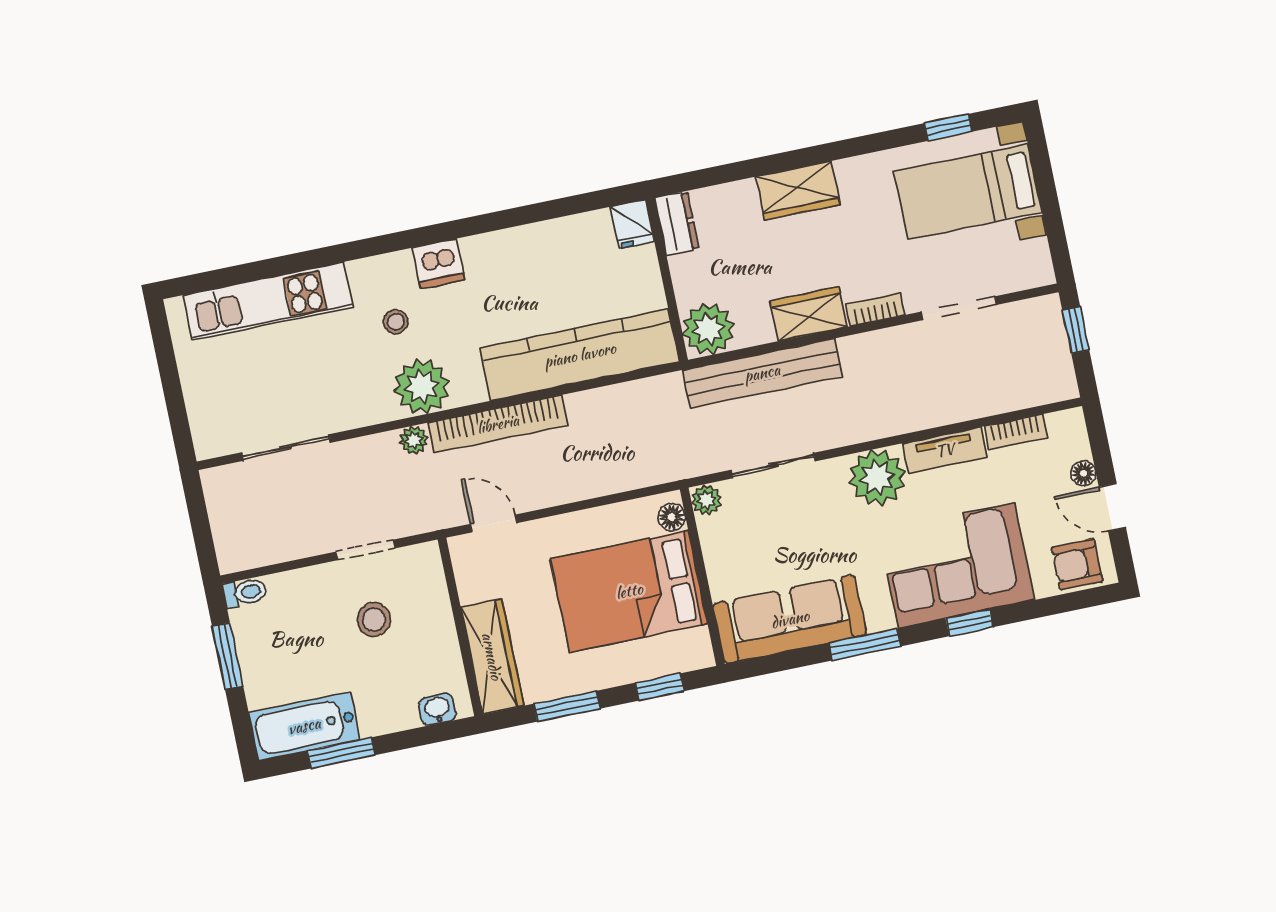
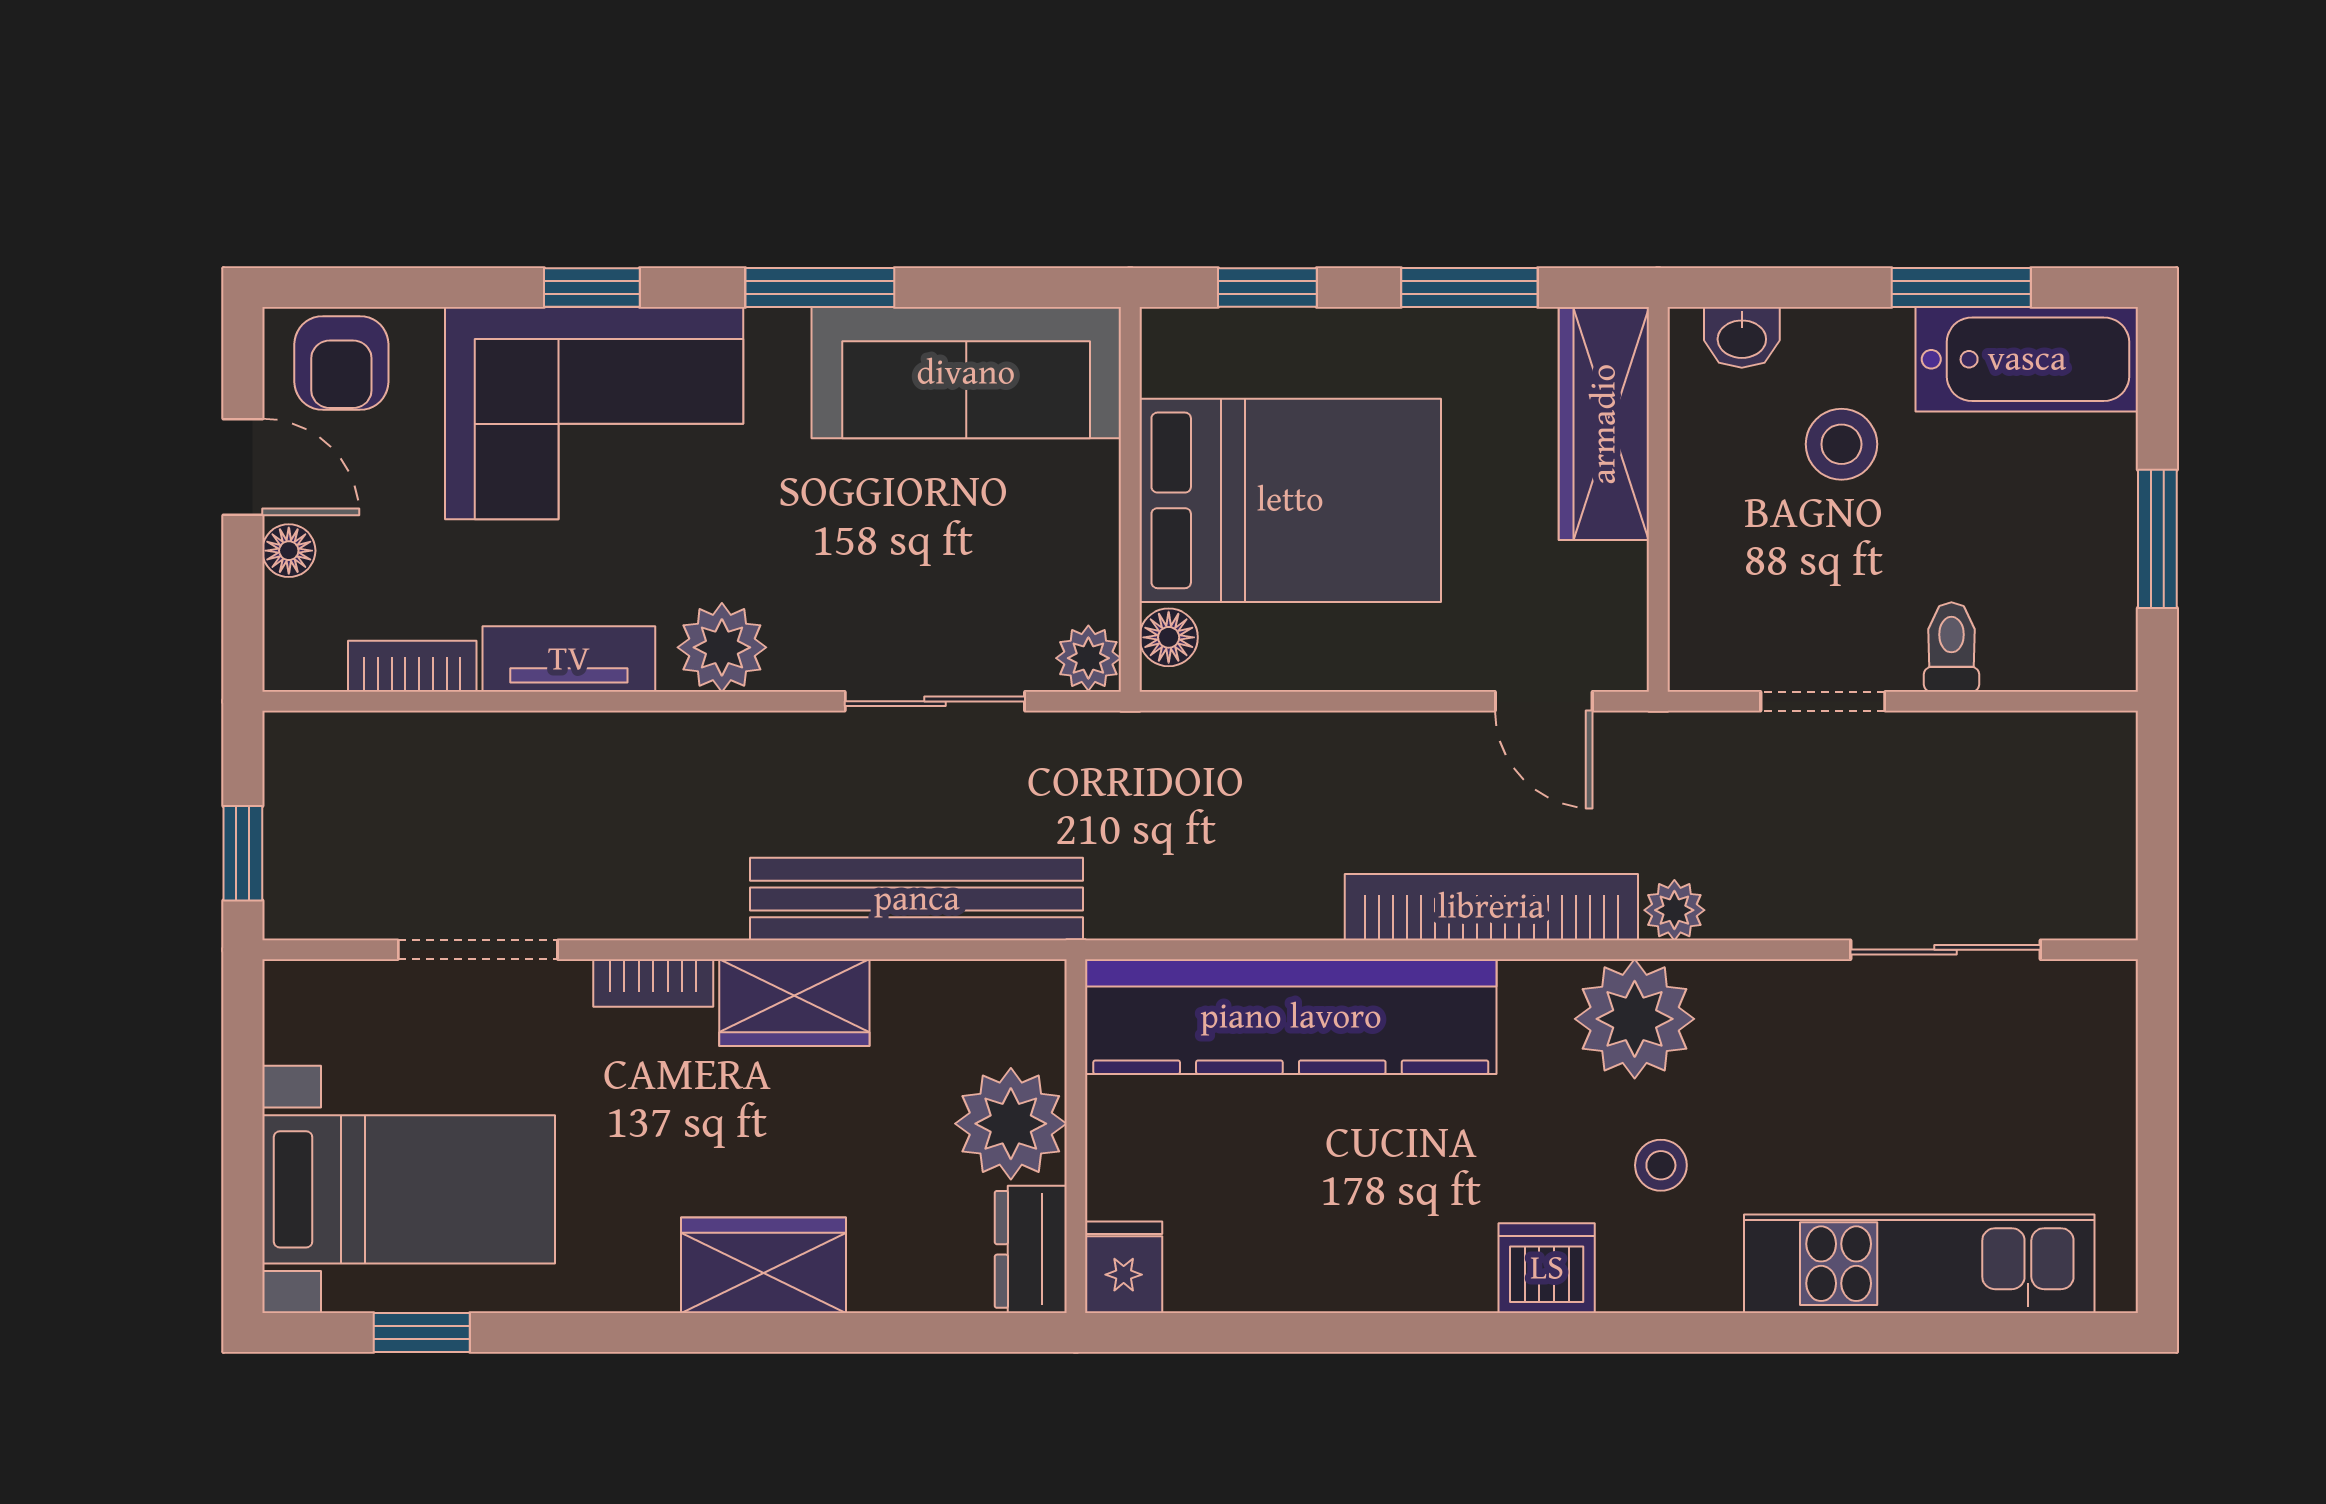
plant: (708, 329) -> (1011, 1124), moved
plant: (877, 477) -> (722, 647), width x0.73, depth x0.73
armchair: (1077, 564) -> (341, 363), turned 90
toilet: (245, 593) -> (1951, 647), moved, turned 90
stool: (374, 620) -> (1841, 444), moved

